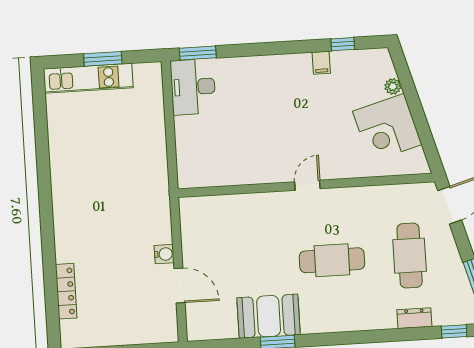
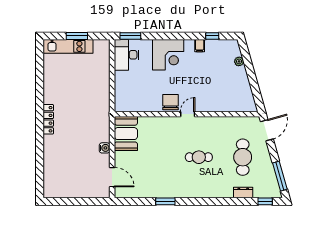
corner desk: (387, 128) -> (168, 55), moved, turned -74
chair: (276, 166) -> (171, 102), added
cafe table: (332, 260) -> (199, 157), width x0.73, depth x0.74
door: (179, 286) -> (112, 177), moved
locker: (66, 291) -> (48, 119), moved
booth: (269, 316) -> (126, 134), moved, turned 90

